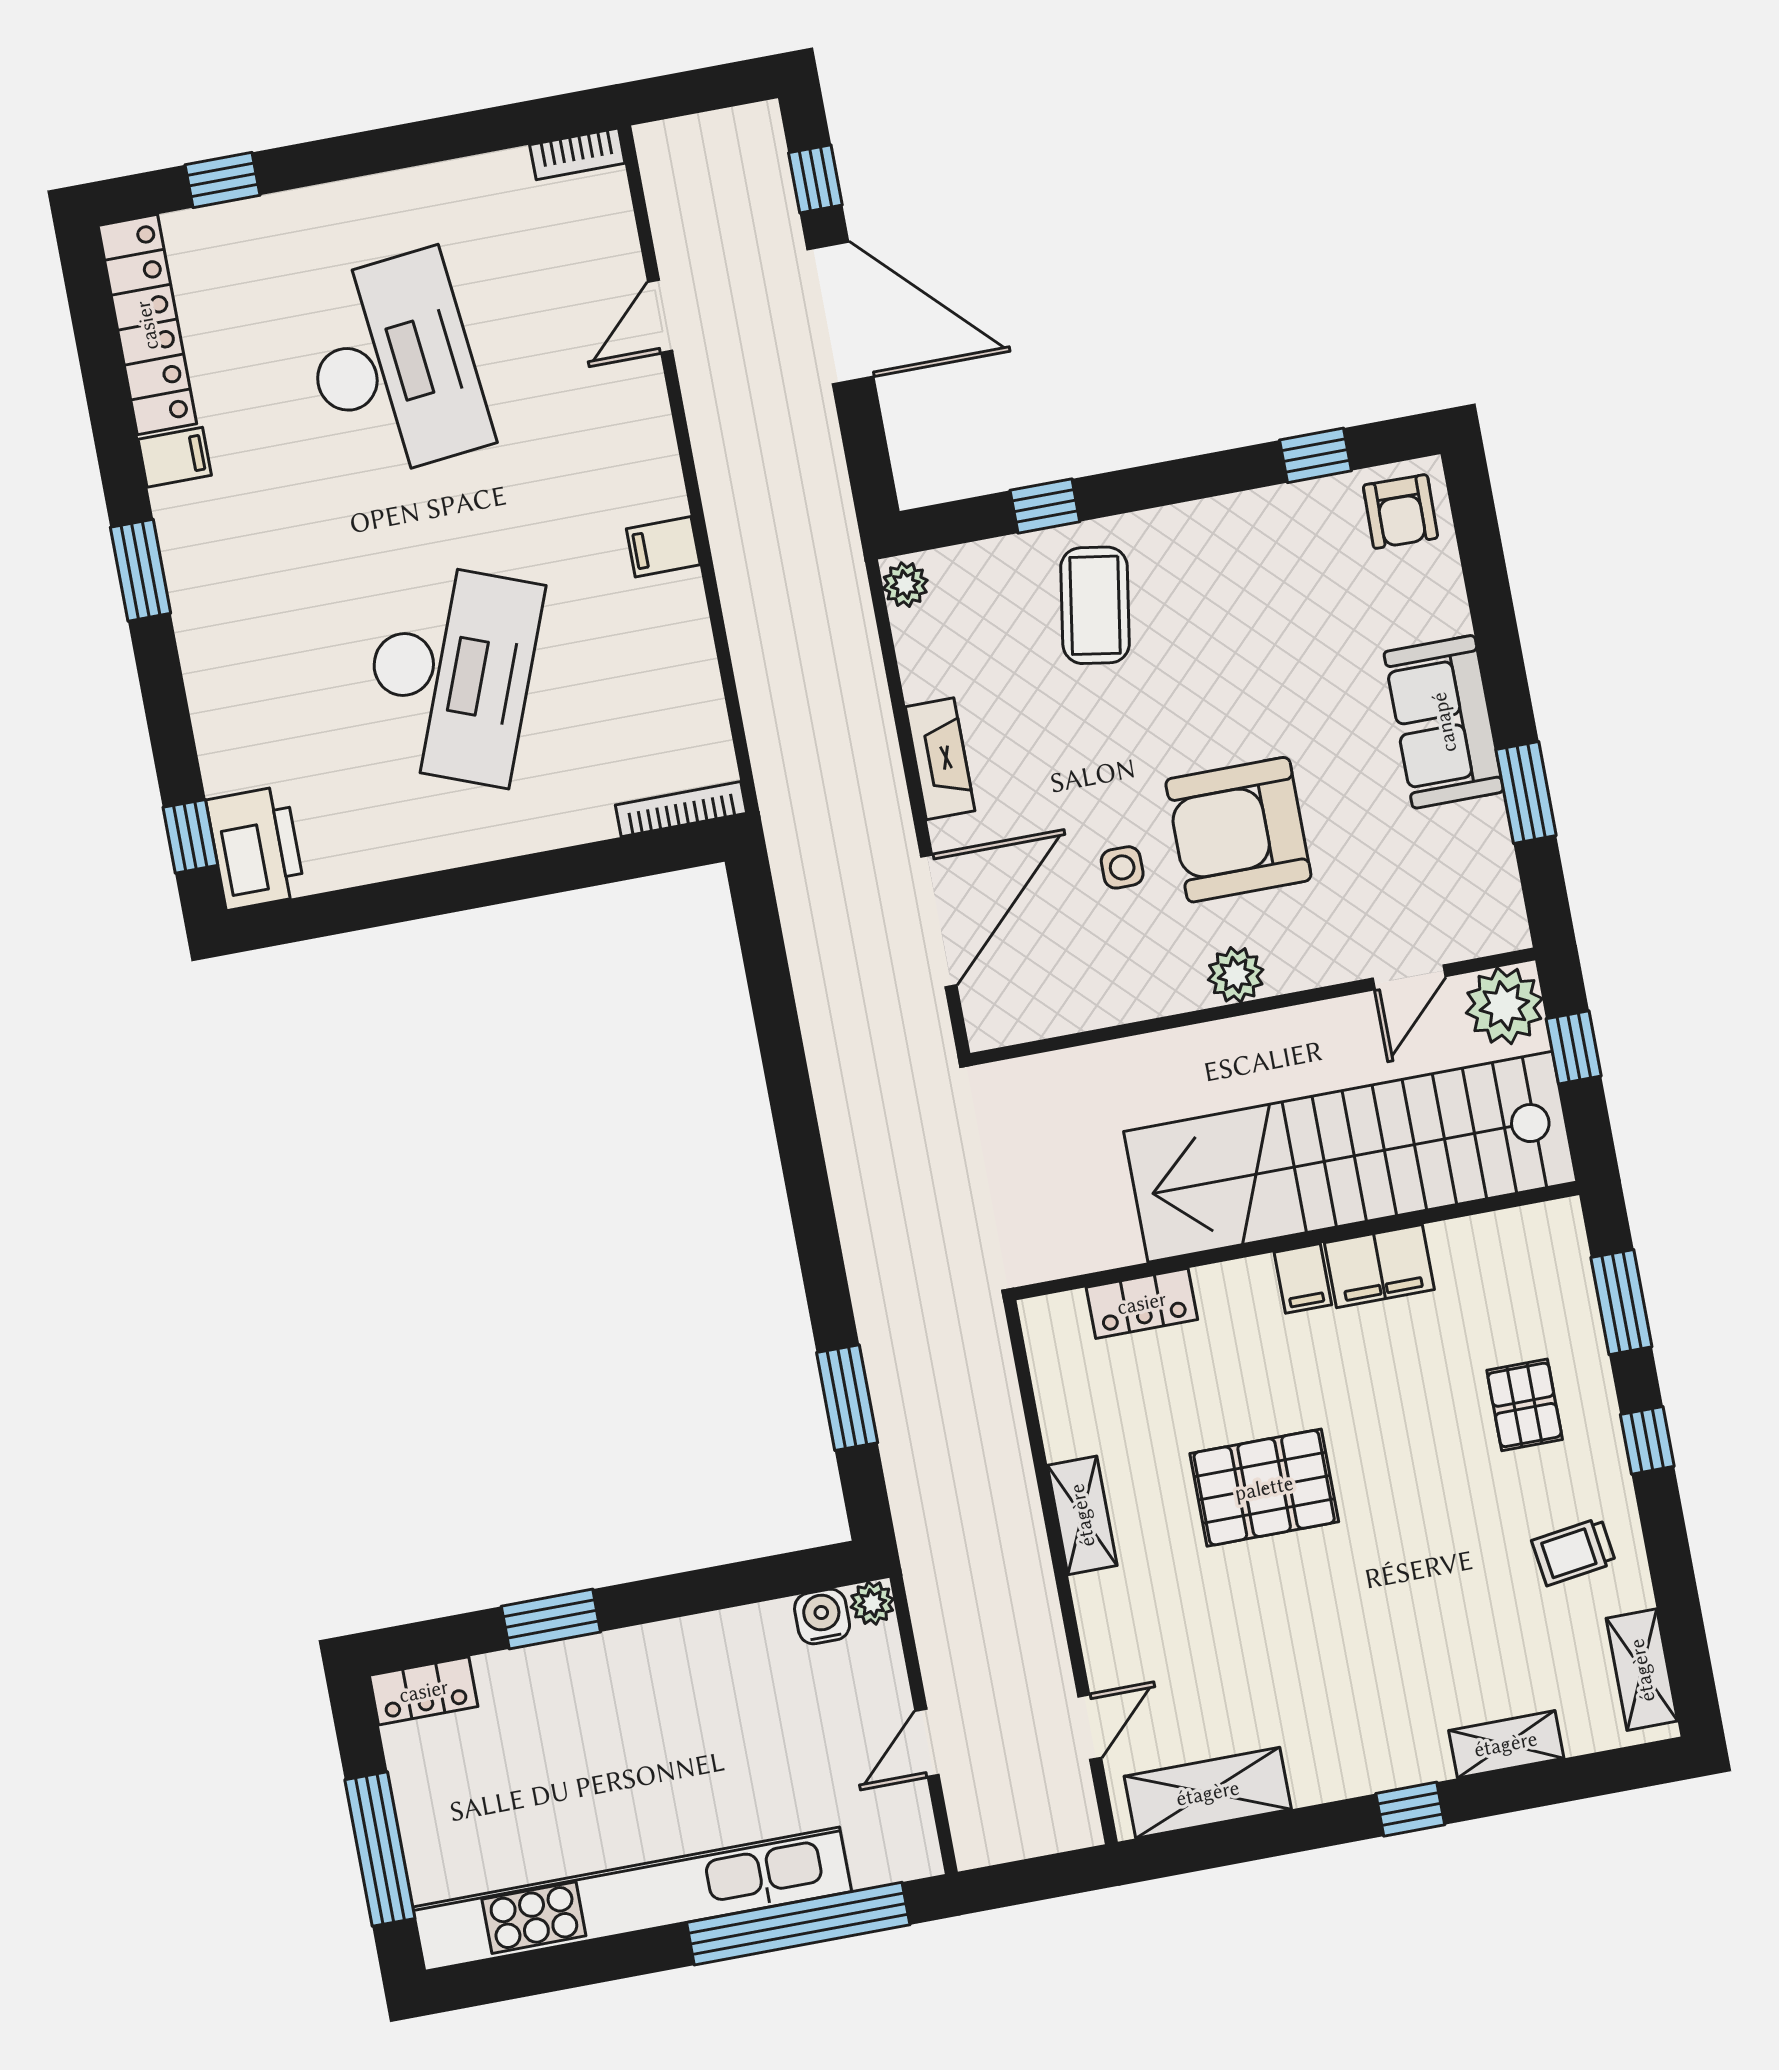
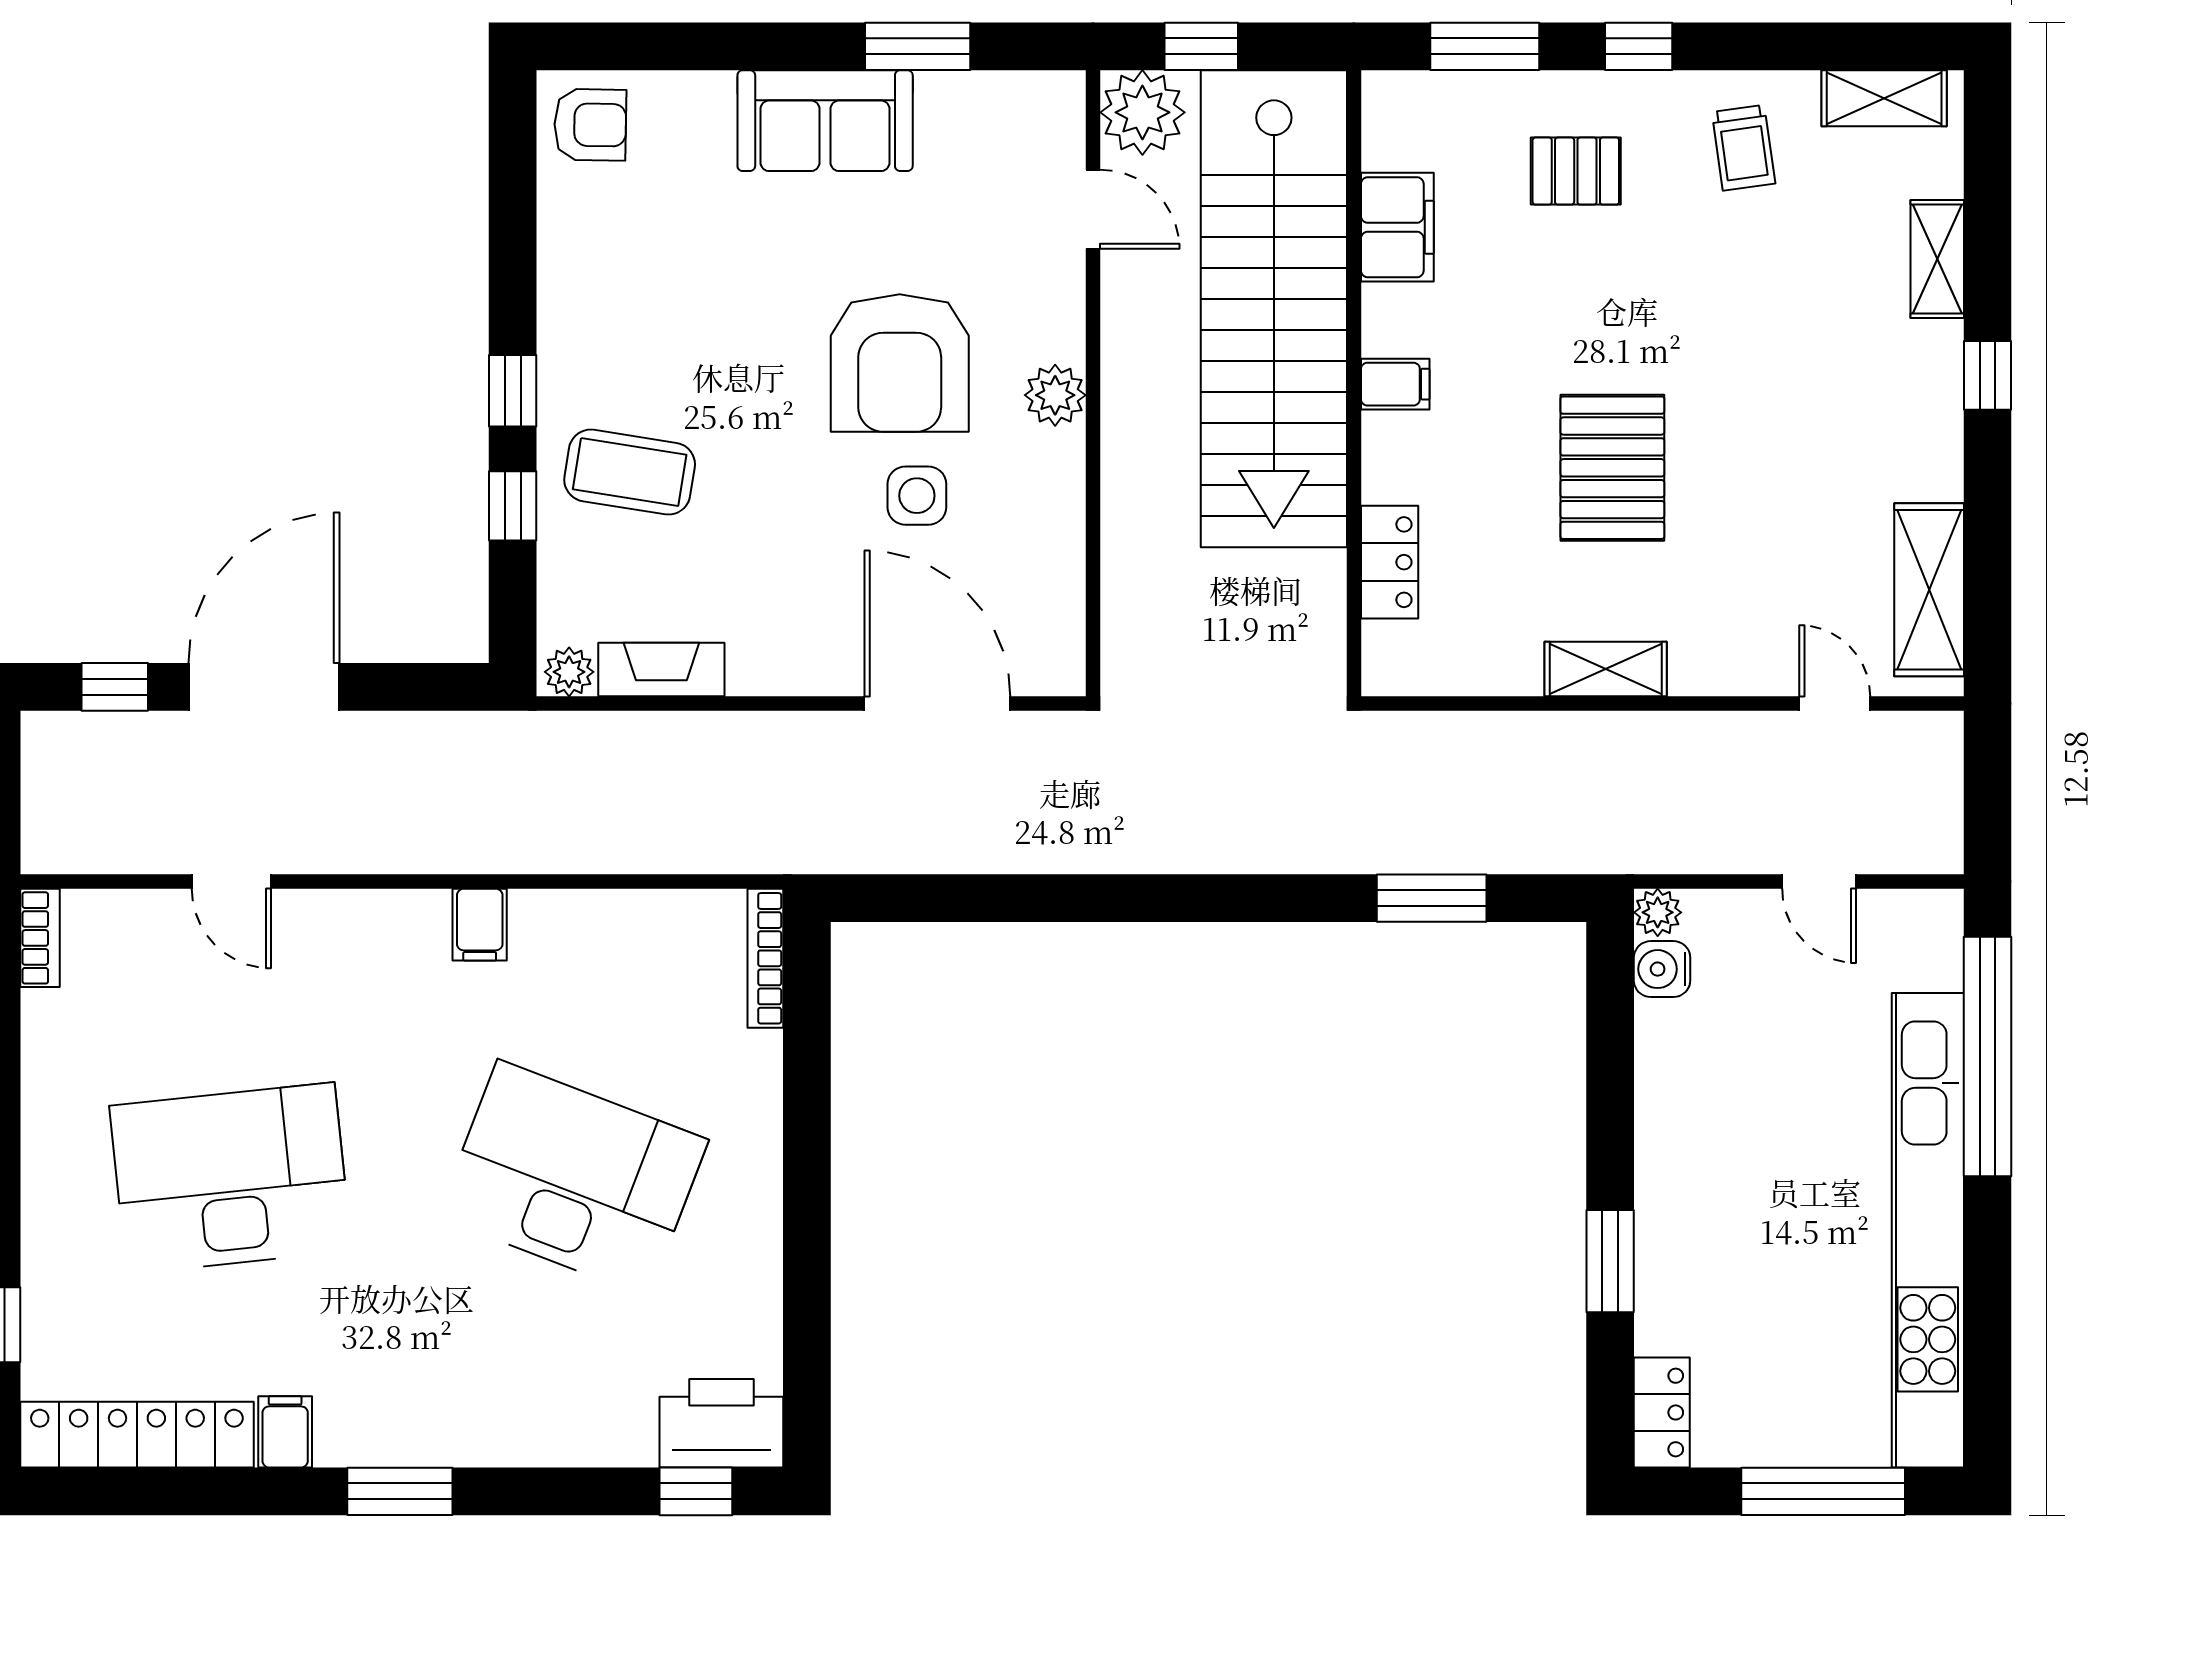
window: (1316, 455) -> (513, 391), moved
fireplace: (940, 759) -> (661, 670), moved
side table: (1122, 867) -> (917, 496), width x1.37, depth x1.37
filing cabinet: (1379, 1266) -> (1397, 227), moved

